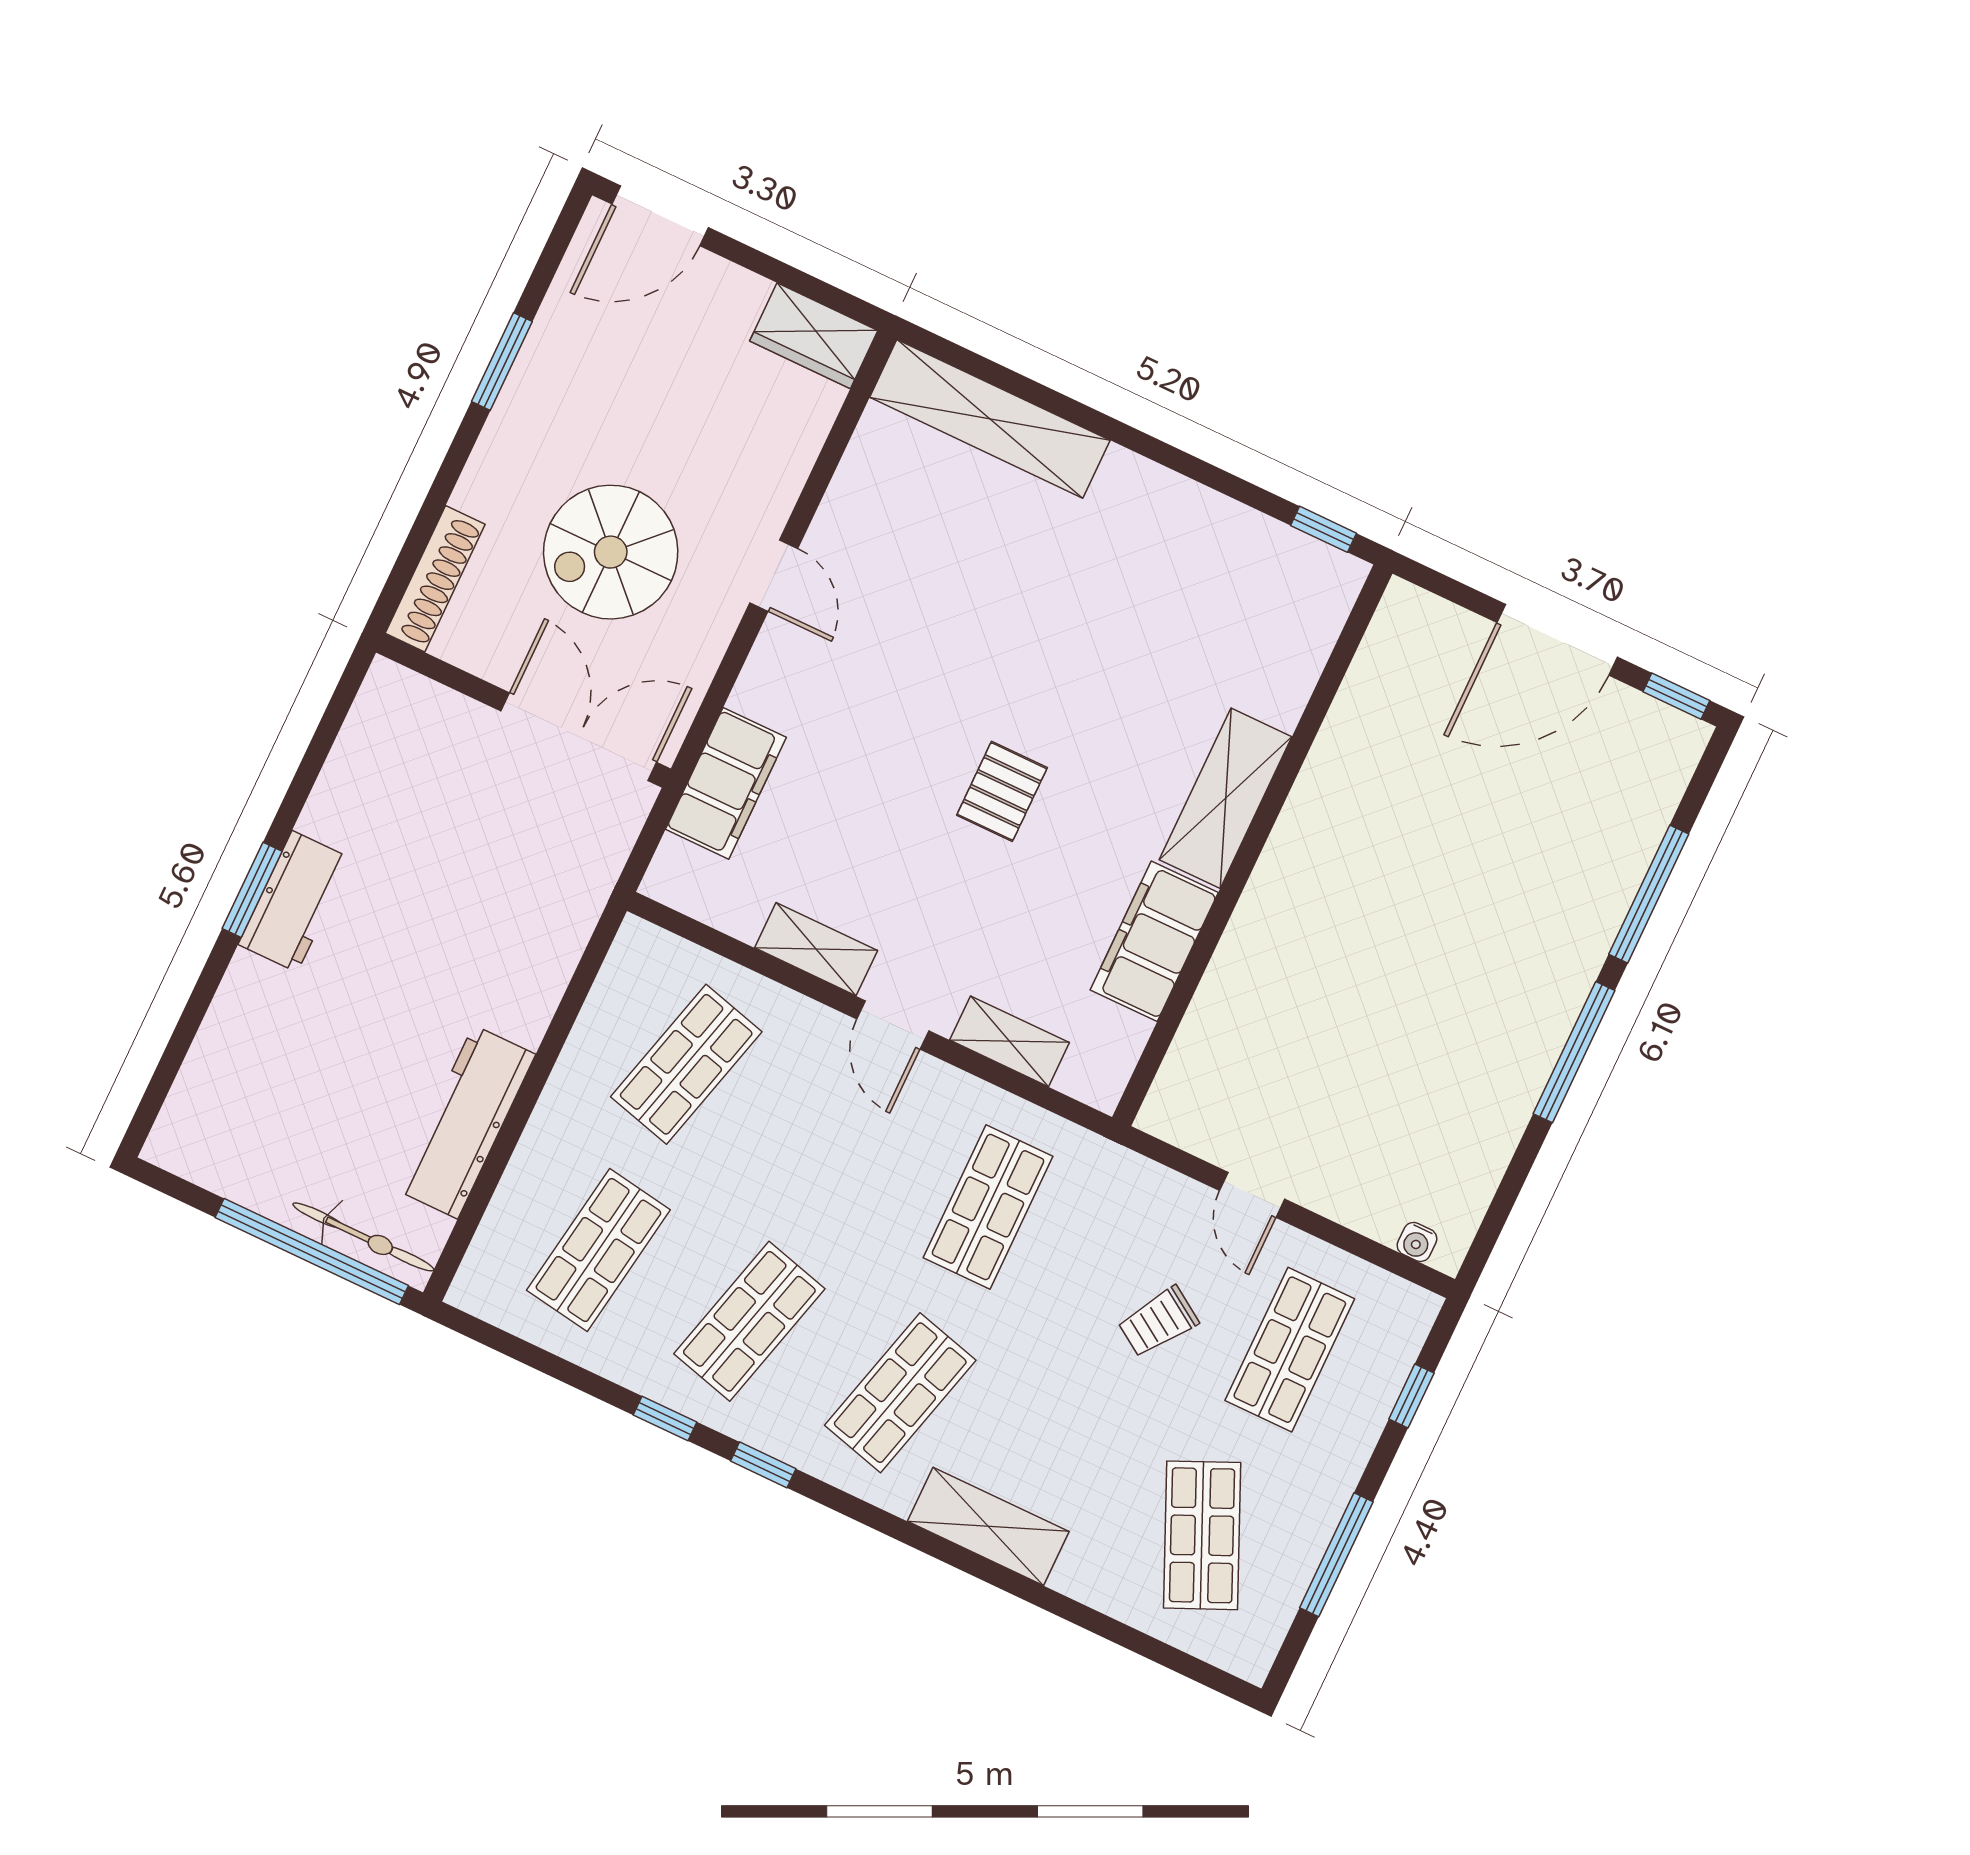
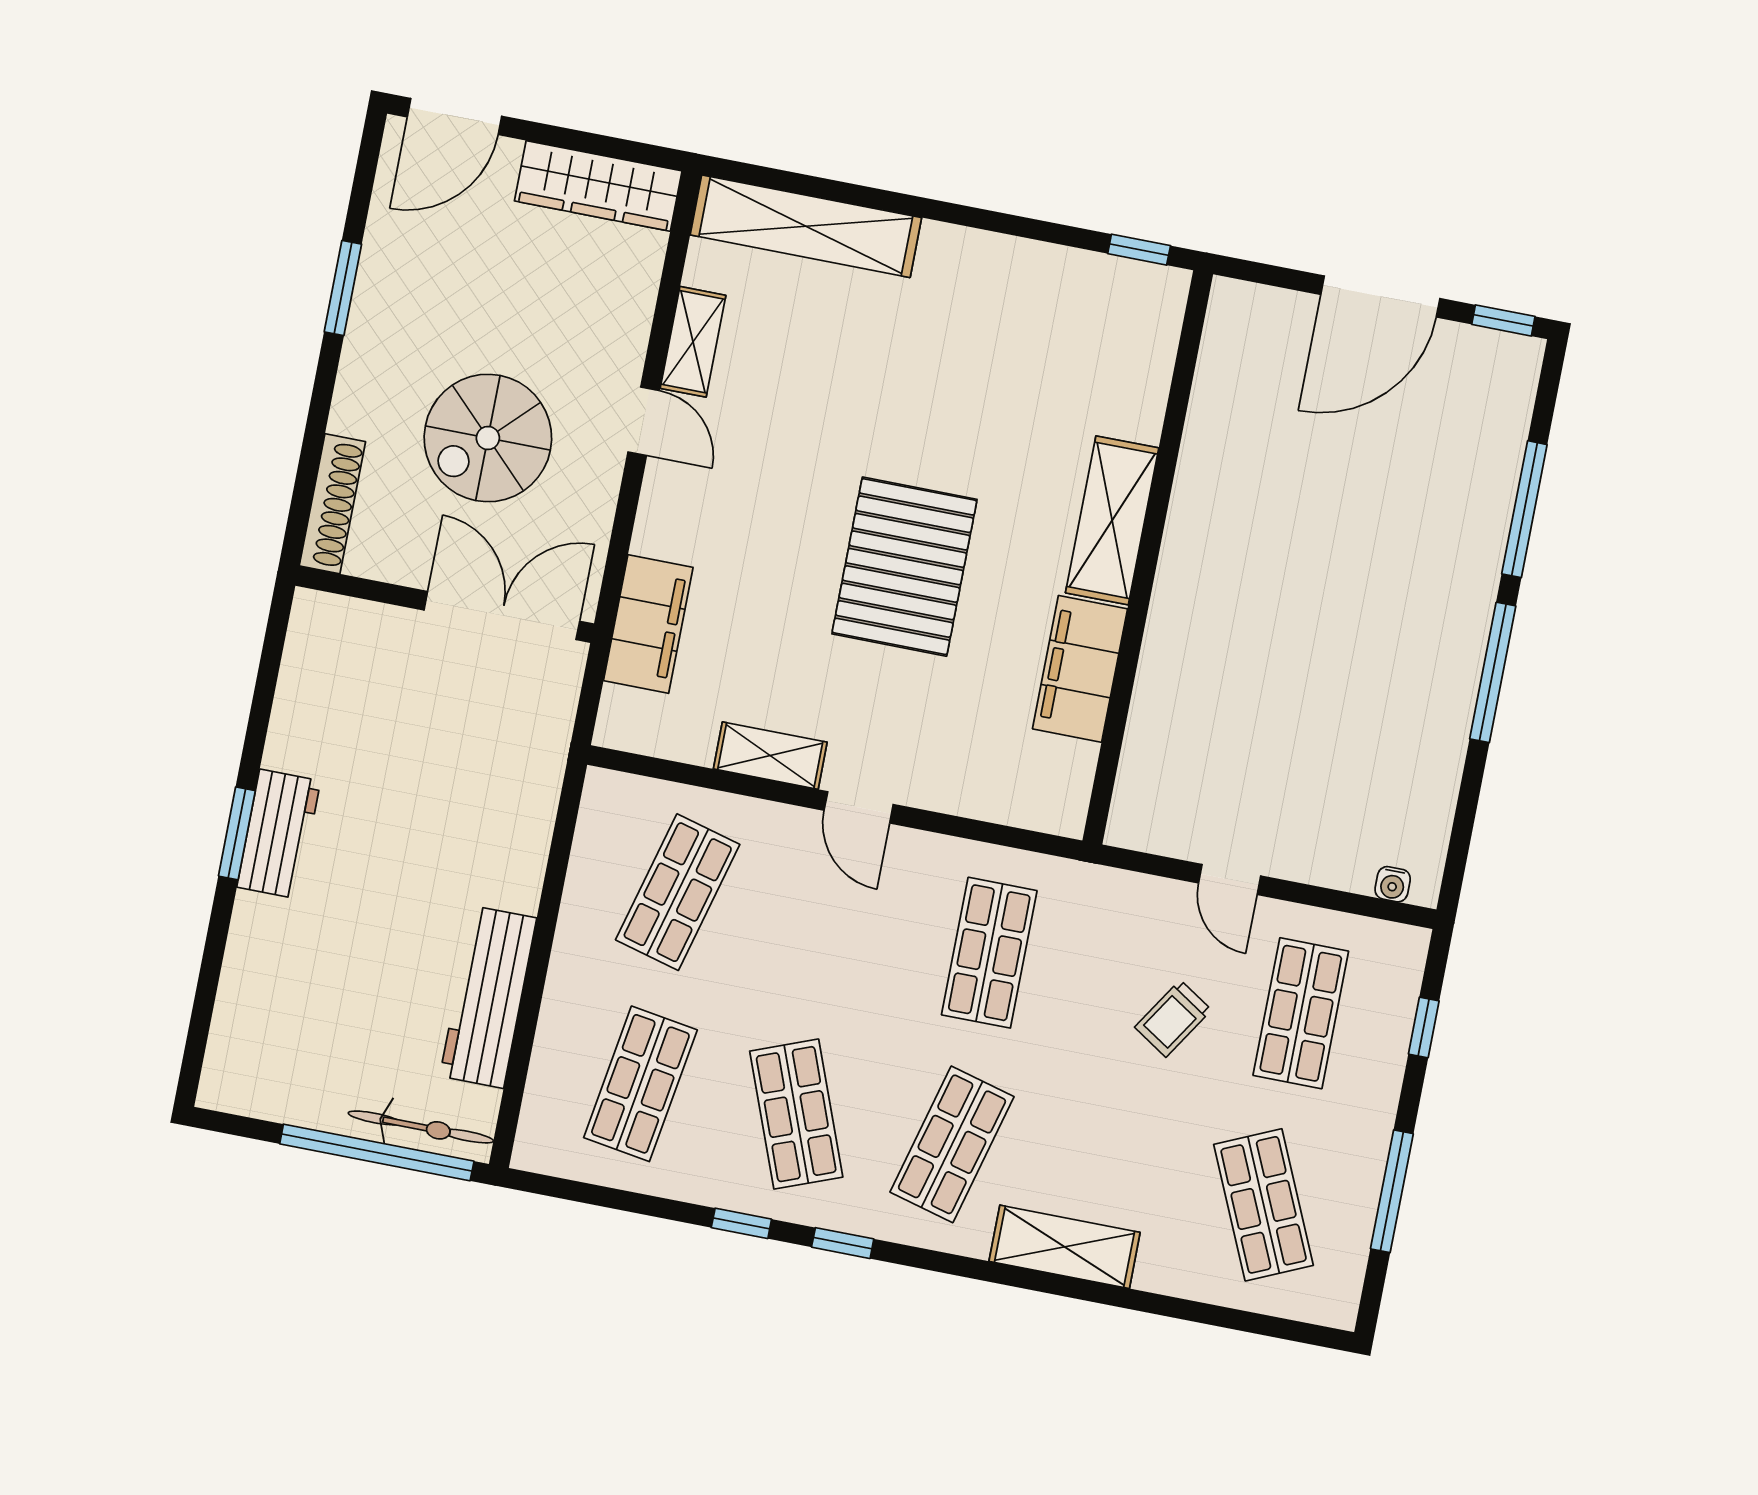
wardrobe: (814, 336) -> (598, 186), width x1.50
pallet: (1002, 791) -> (904, 567), width x2.05, depth x2.00
shelving: (1009, 1041) -> (693, 342), moved, turned 90
shop shelf: (749, 1321) -> (796, 1114), turned -36

